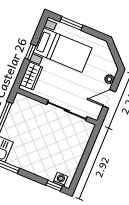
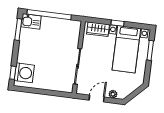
door: (109, 99) -> (97, 99), hinge flipped
washing machine: (60, 179) -> (24, 73), width x1.89, depth x1.89

